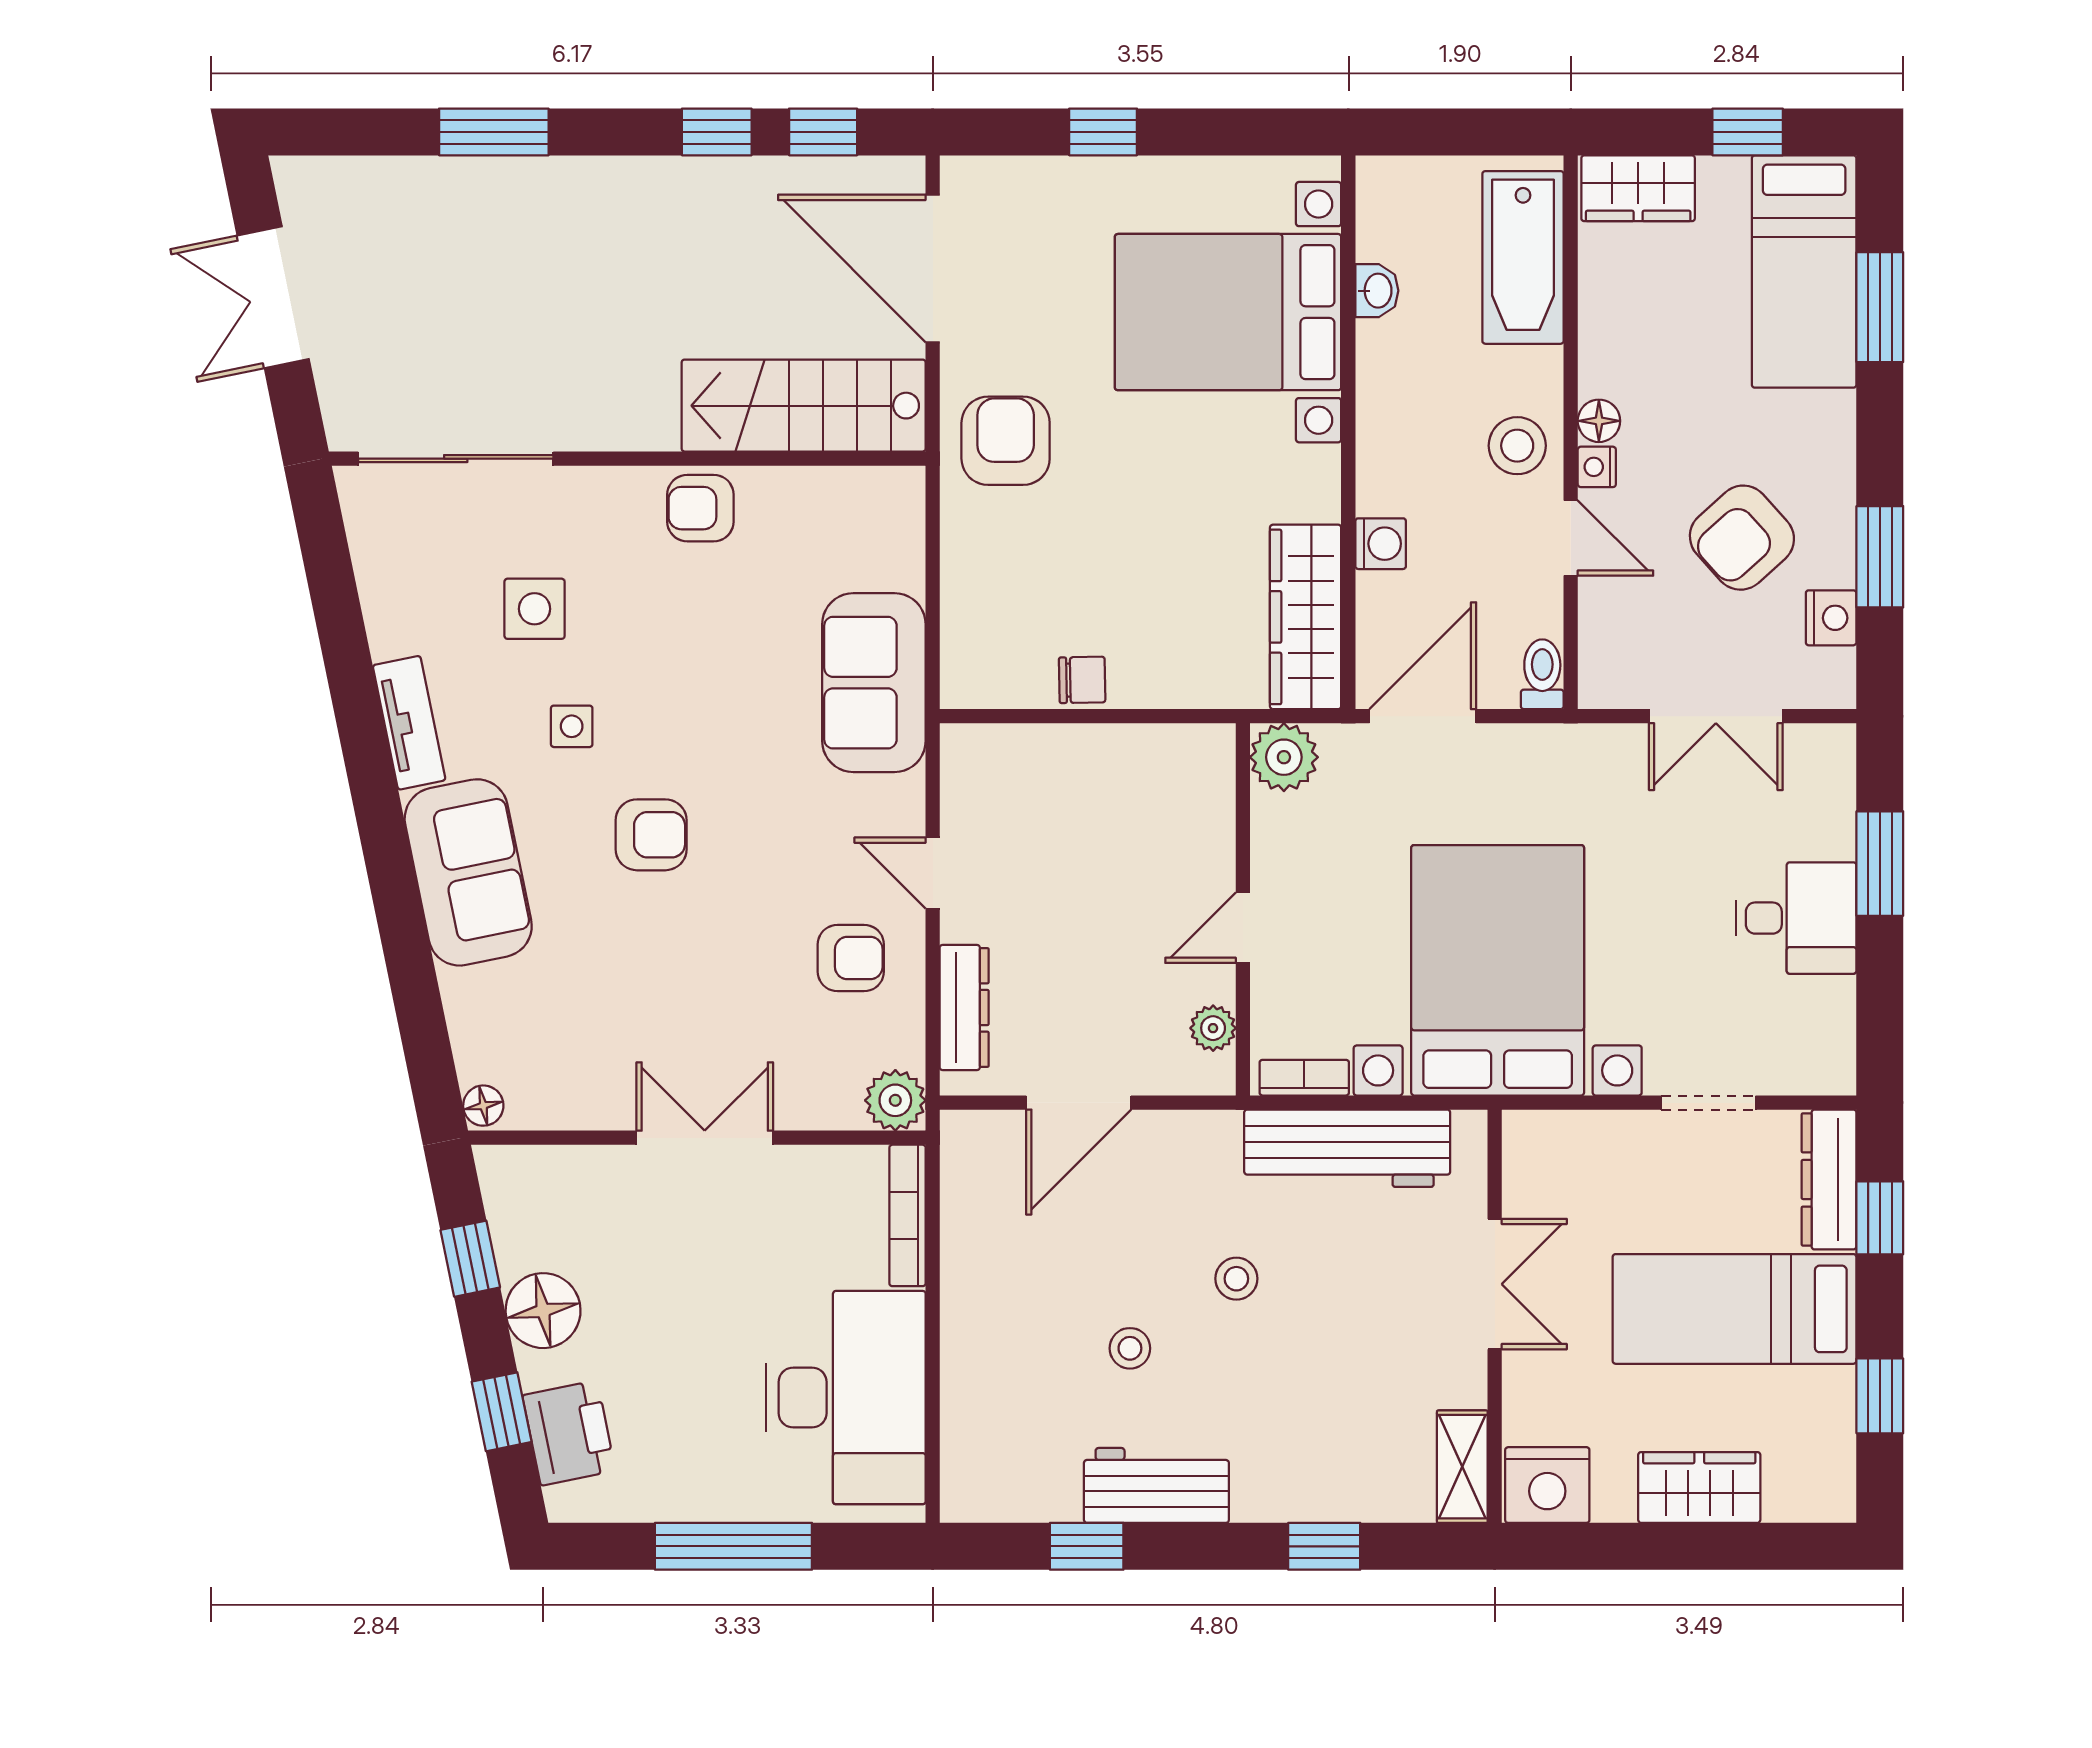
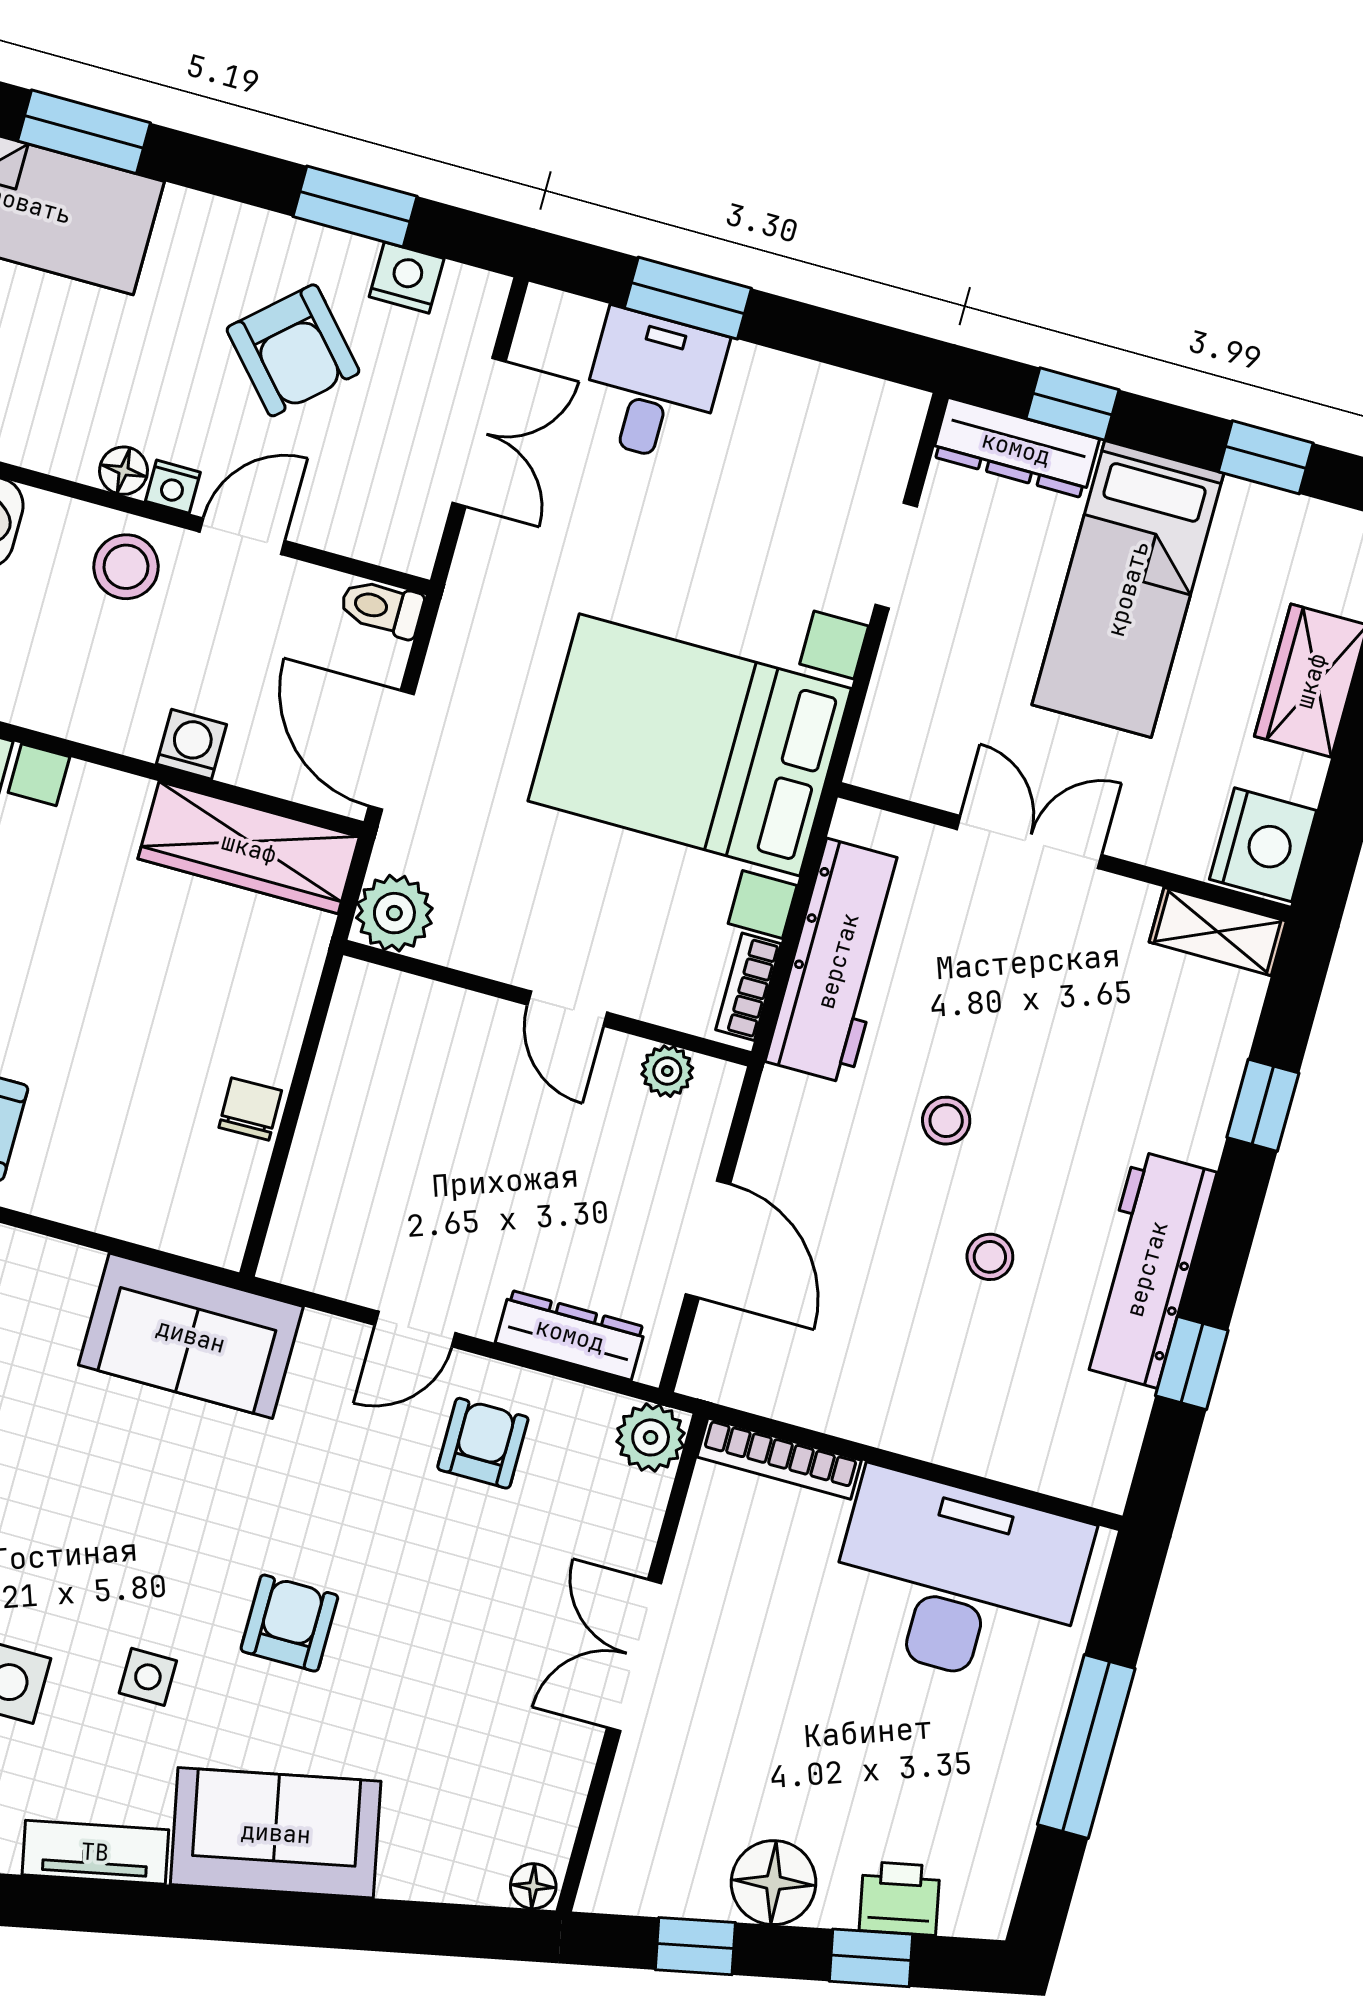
desk: (1796, 918) -> (653, 386), moved
printer: (569, 1433) -> (900, 1898), width x0.73, depth x0.81
workbench: (1156, 1485) -> (1147, 1269), width x1.38

